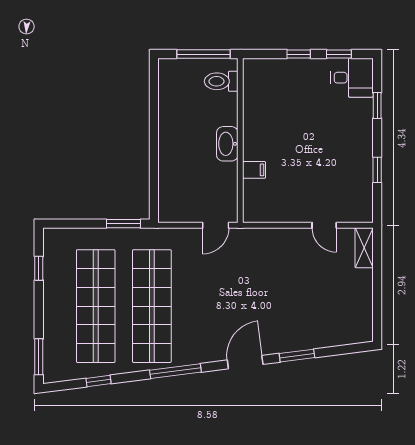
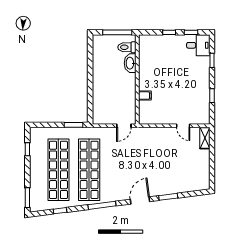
washbasin: (227, 144) -> (130, 63), moved

